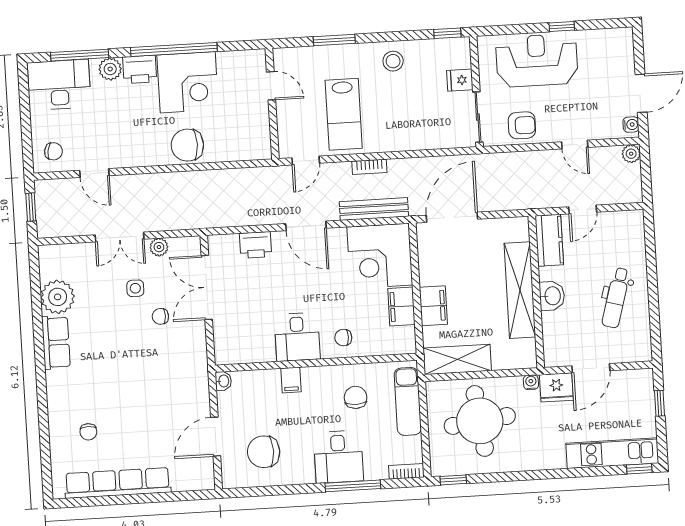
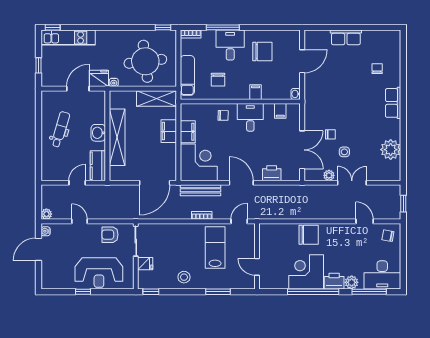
row of seats: (56, 342) -> (393, 103), moved
filing cabinet: (247, 351) -> (280, 111), added
chair: (264, 452) -> (262, 52), moved
row of seats: (118, 483) -> (346, 37), width x0.50

